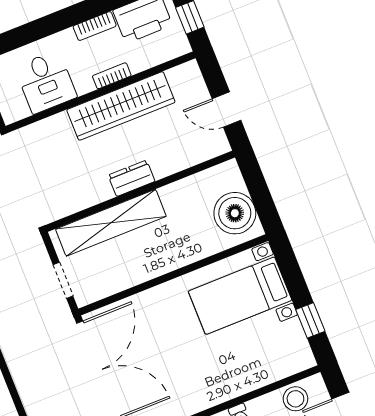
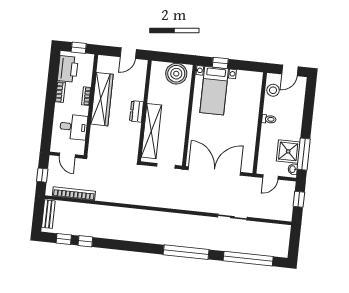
window: (310, 320) -> (220, 63), moved

